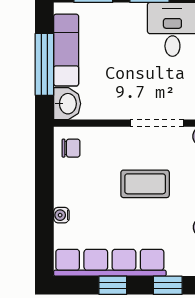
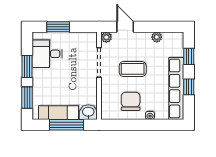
chair: (71, 148) -> (131, 101), moved, width x1.87, depth x1.87
coffee table: (145, 184) -> (133, 69), turned 90

